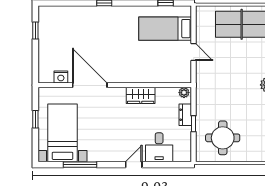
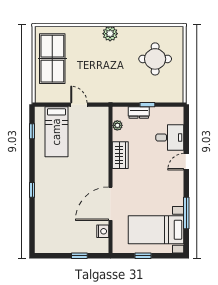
window: (35, 30) -> (79, 256), moved
door: (194, 52) -> (79, 105), hinge flipped
plant: (184, 93) -> (117, 125), moved
round table: (223, 138) -> (155, 59), moved
door: (134, 165) -> (186, 162), hinge flipped

